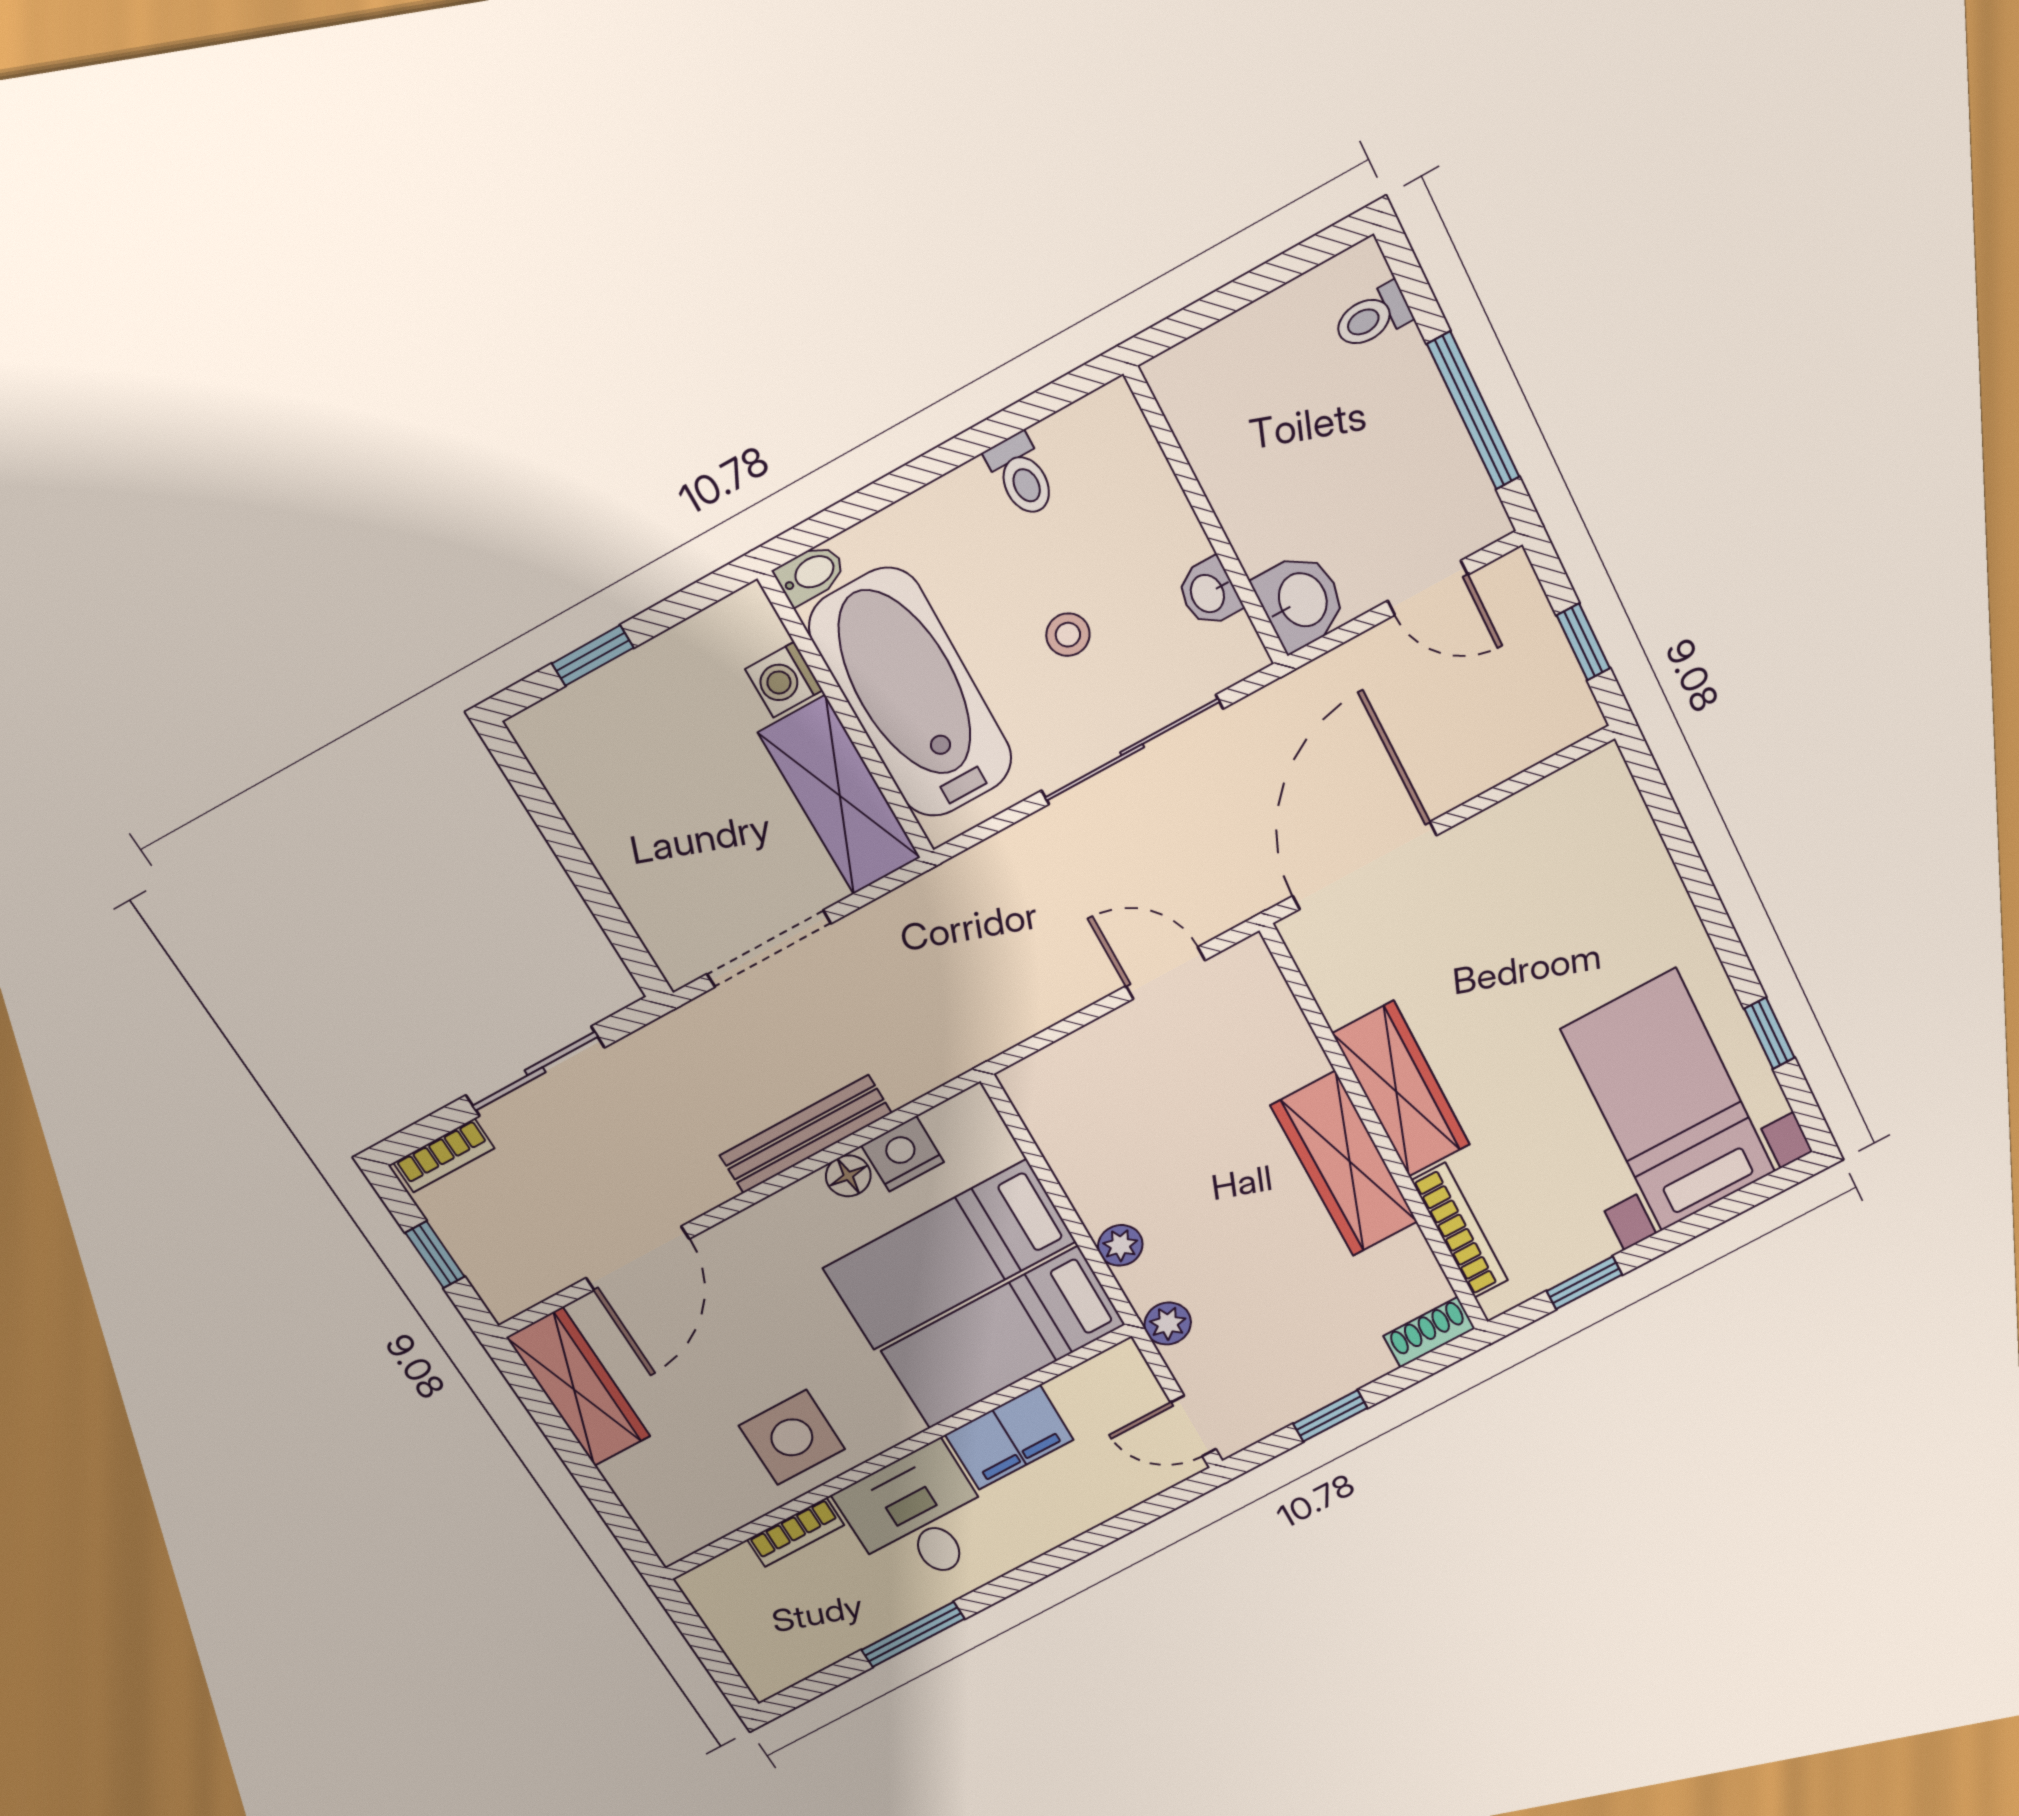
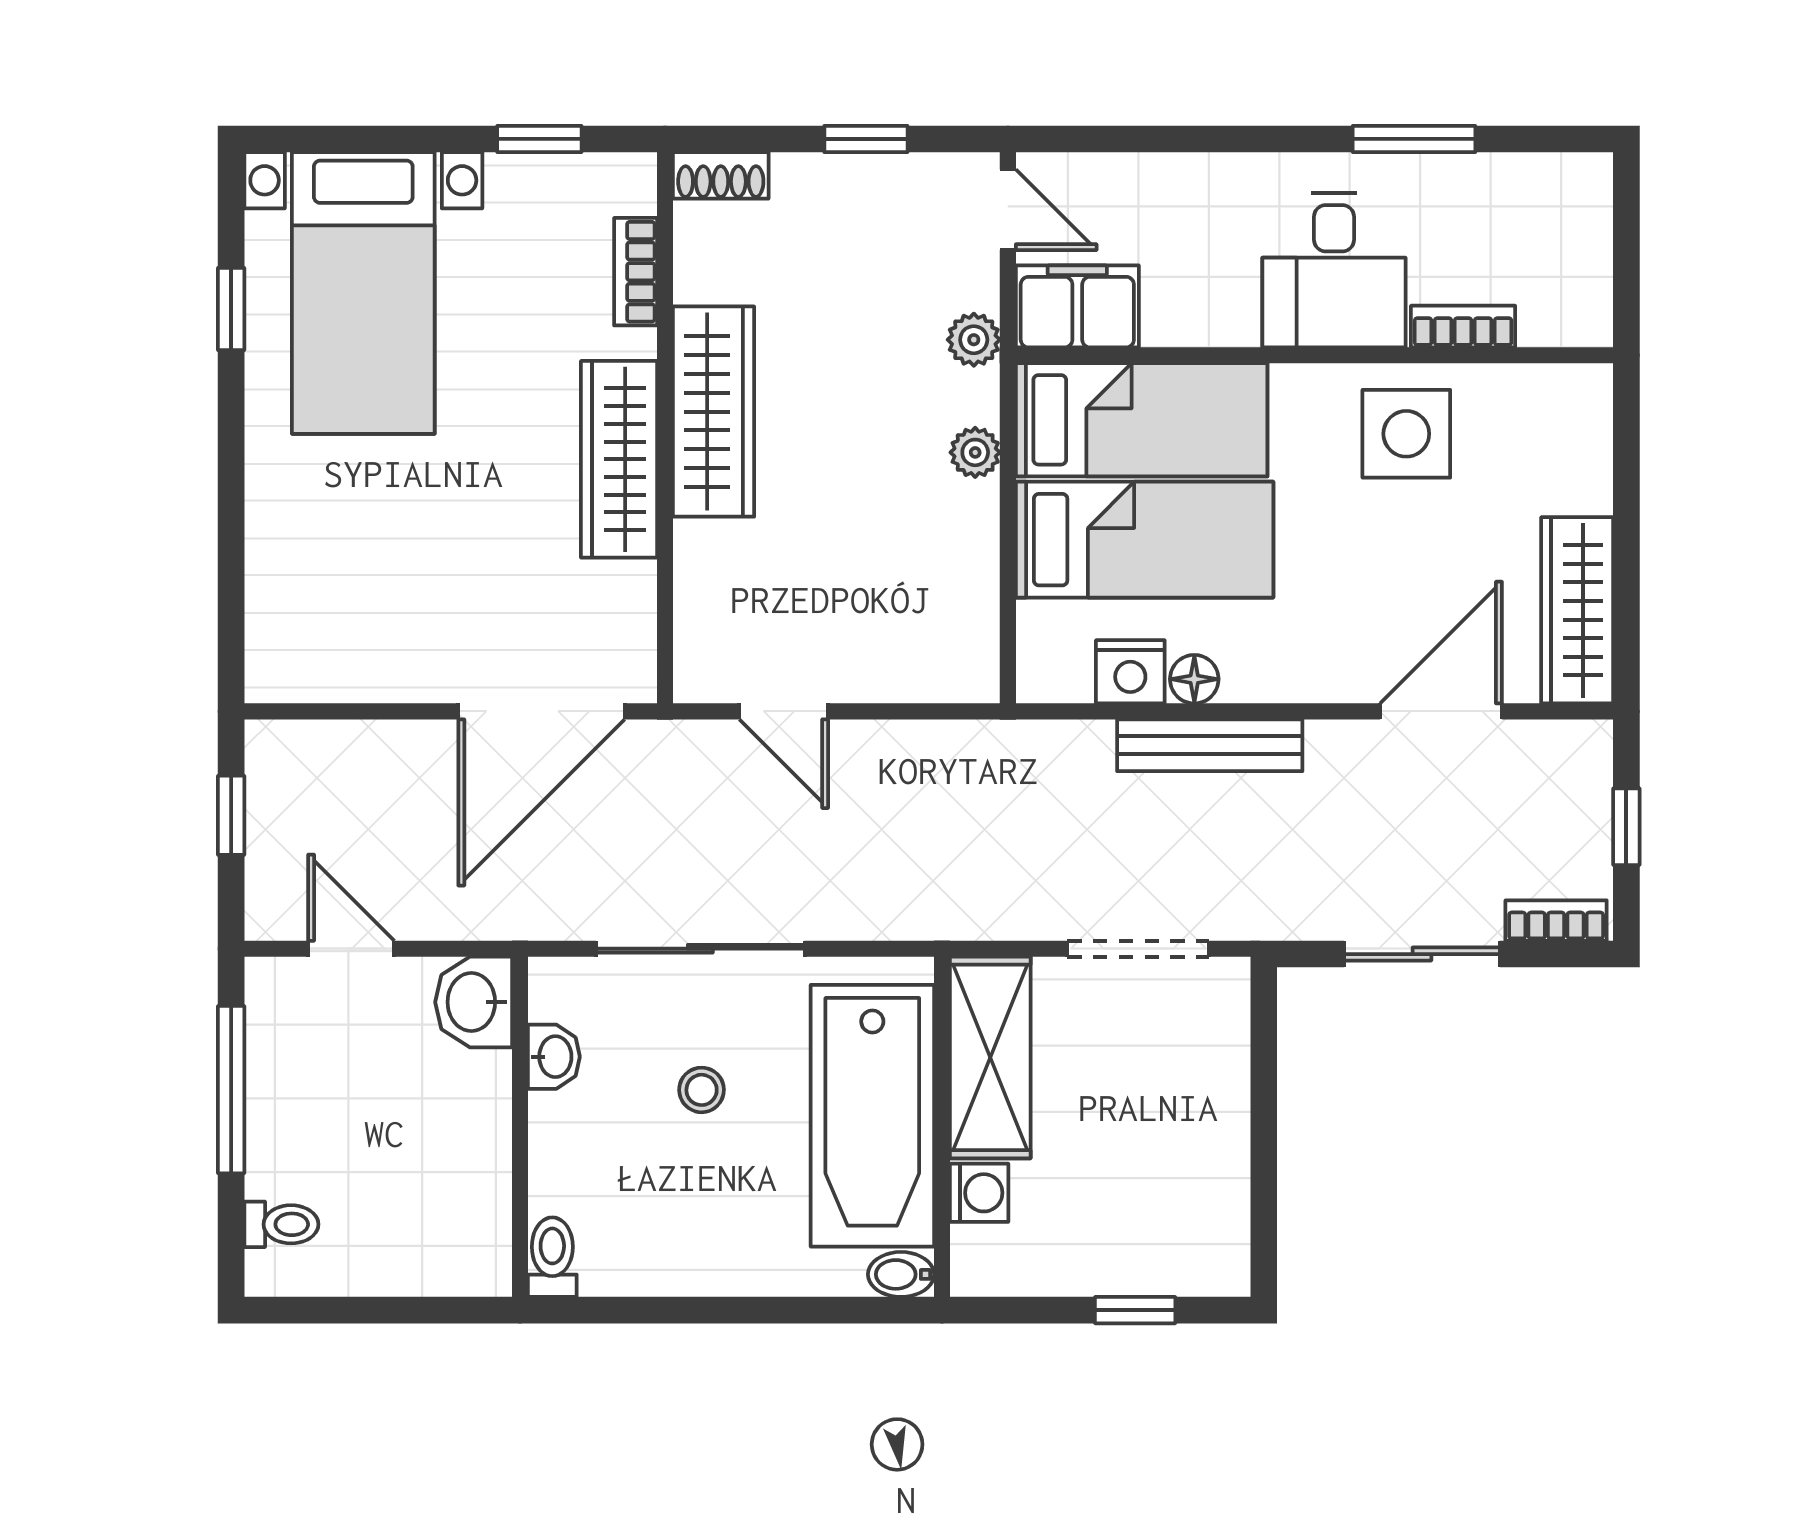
toilet: (1021, 476) -> (552, 1257), moved
bookcase: (1460, 1231) -> (636, 272), width x0.64
filing cabinet: (1009, 1437) -> (1077, 306), moved

